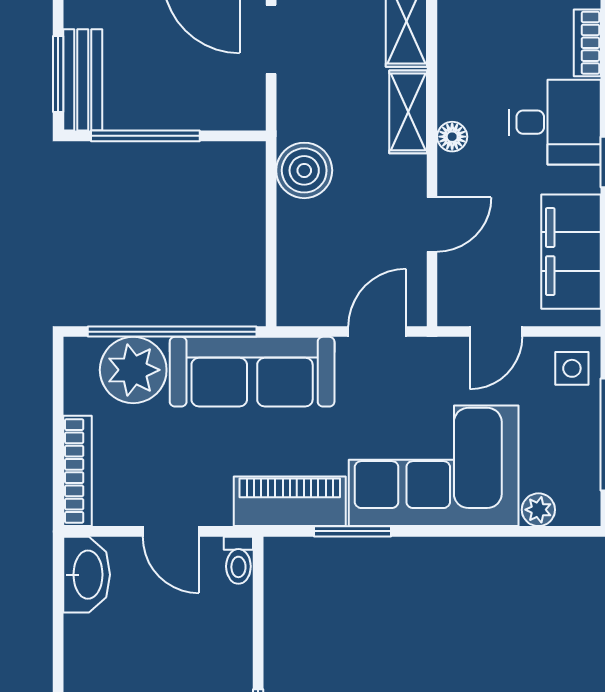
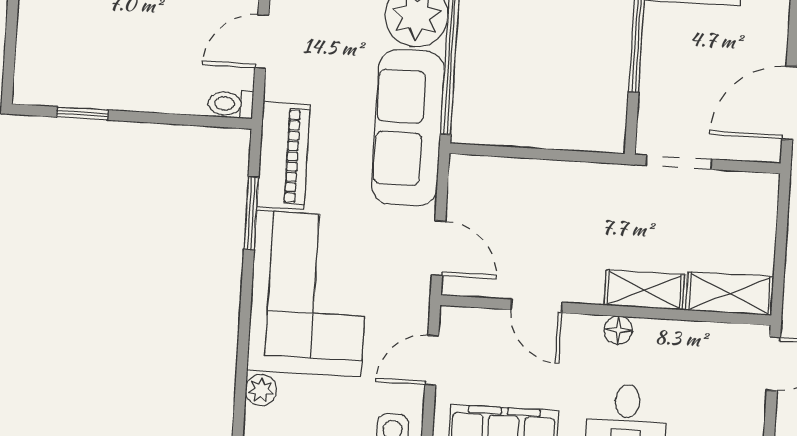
doorway: (271, 39) -> (679, 162), moved
boiler: (304, 170) -> (595, 188), removed
door: (496, 332) -> (432, 360), hinge flipped

